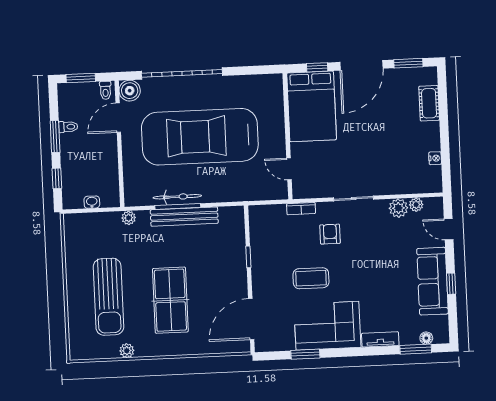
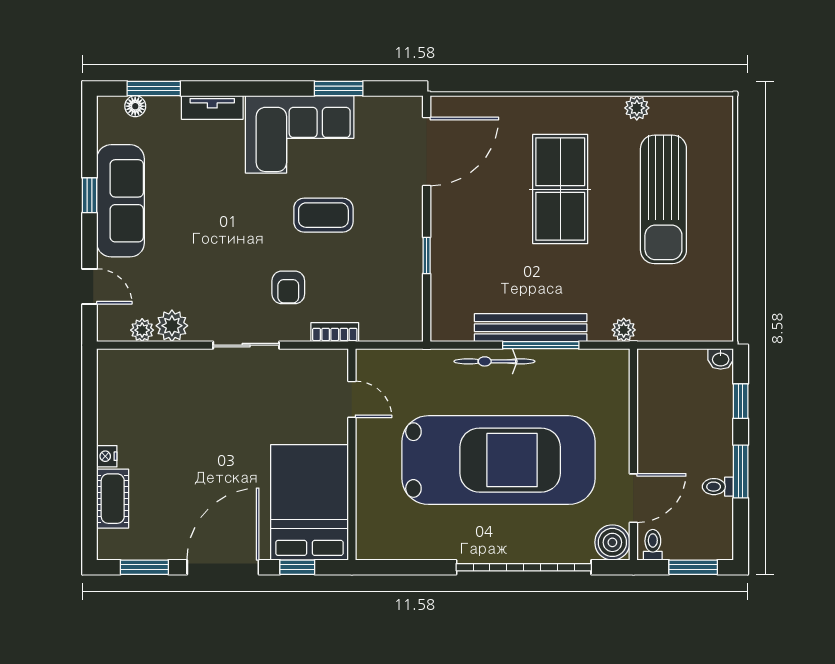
nightstand: (435, 158) -> (107, 456), moved
bicycle: (177, 197) -> (494, 361), moved
washbasin: (92, 202) -> (721, 359), moved
sun lounger: (108, 297) -> (663, 199), turned 180

